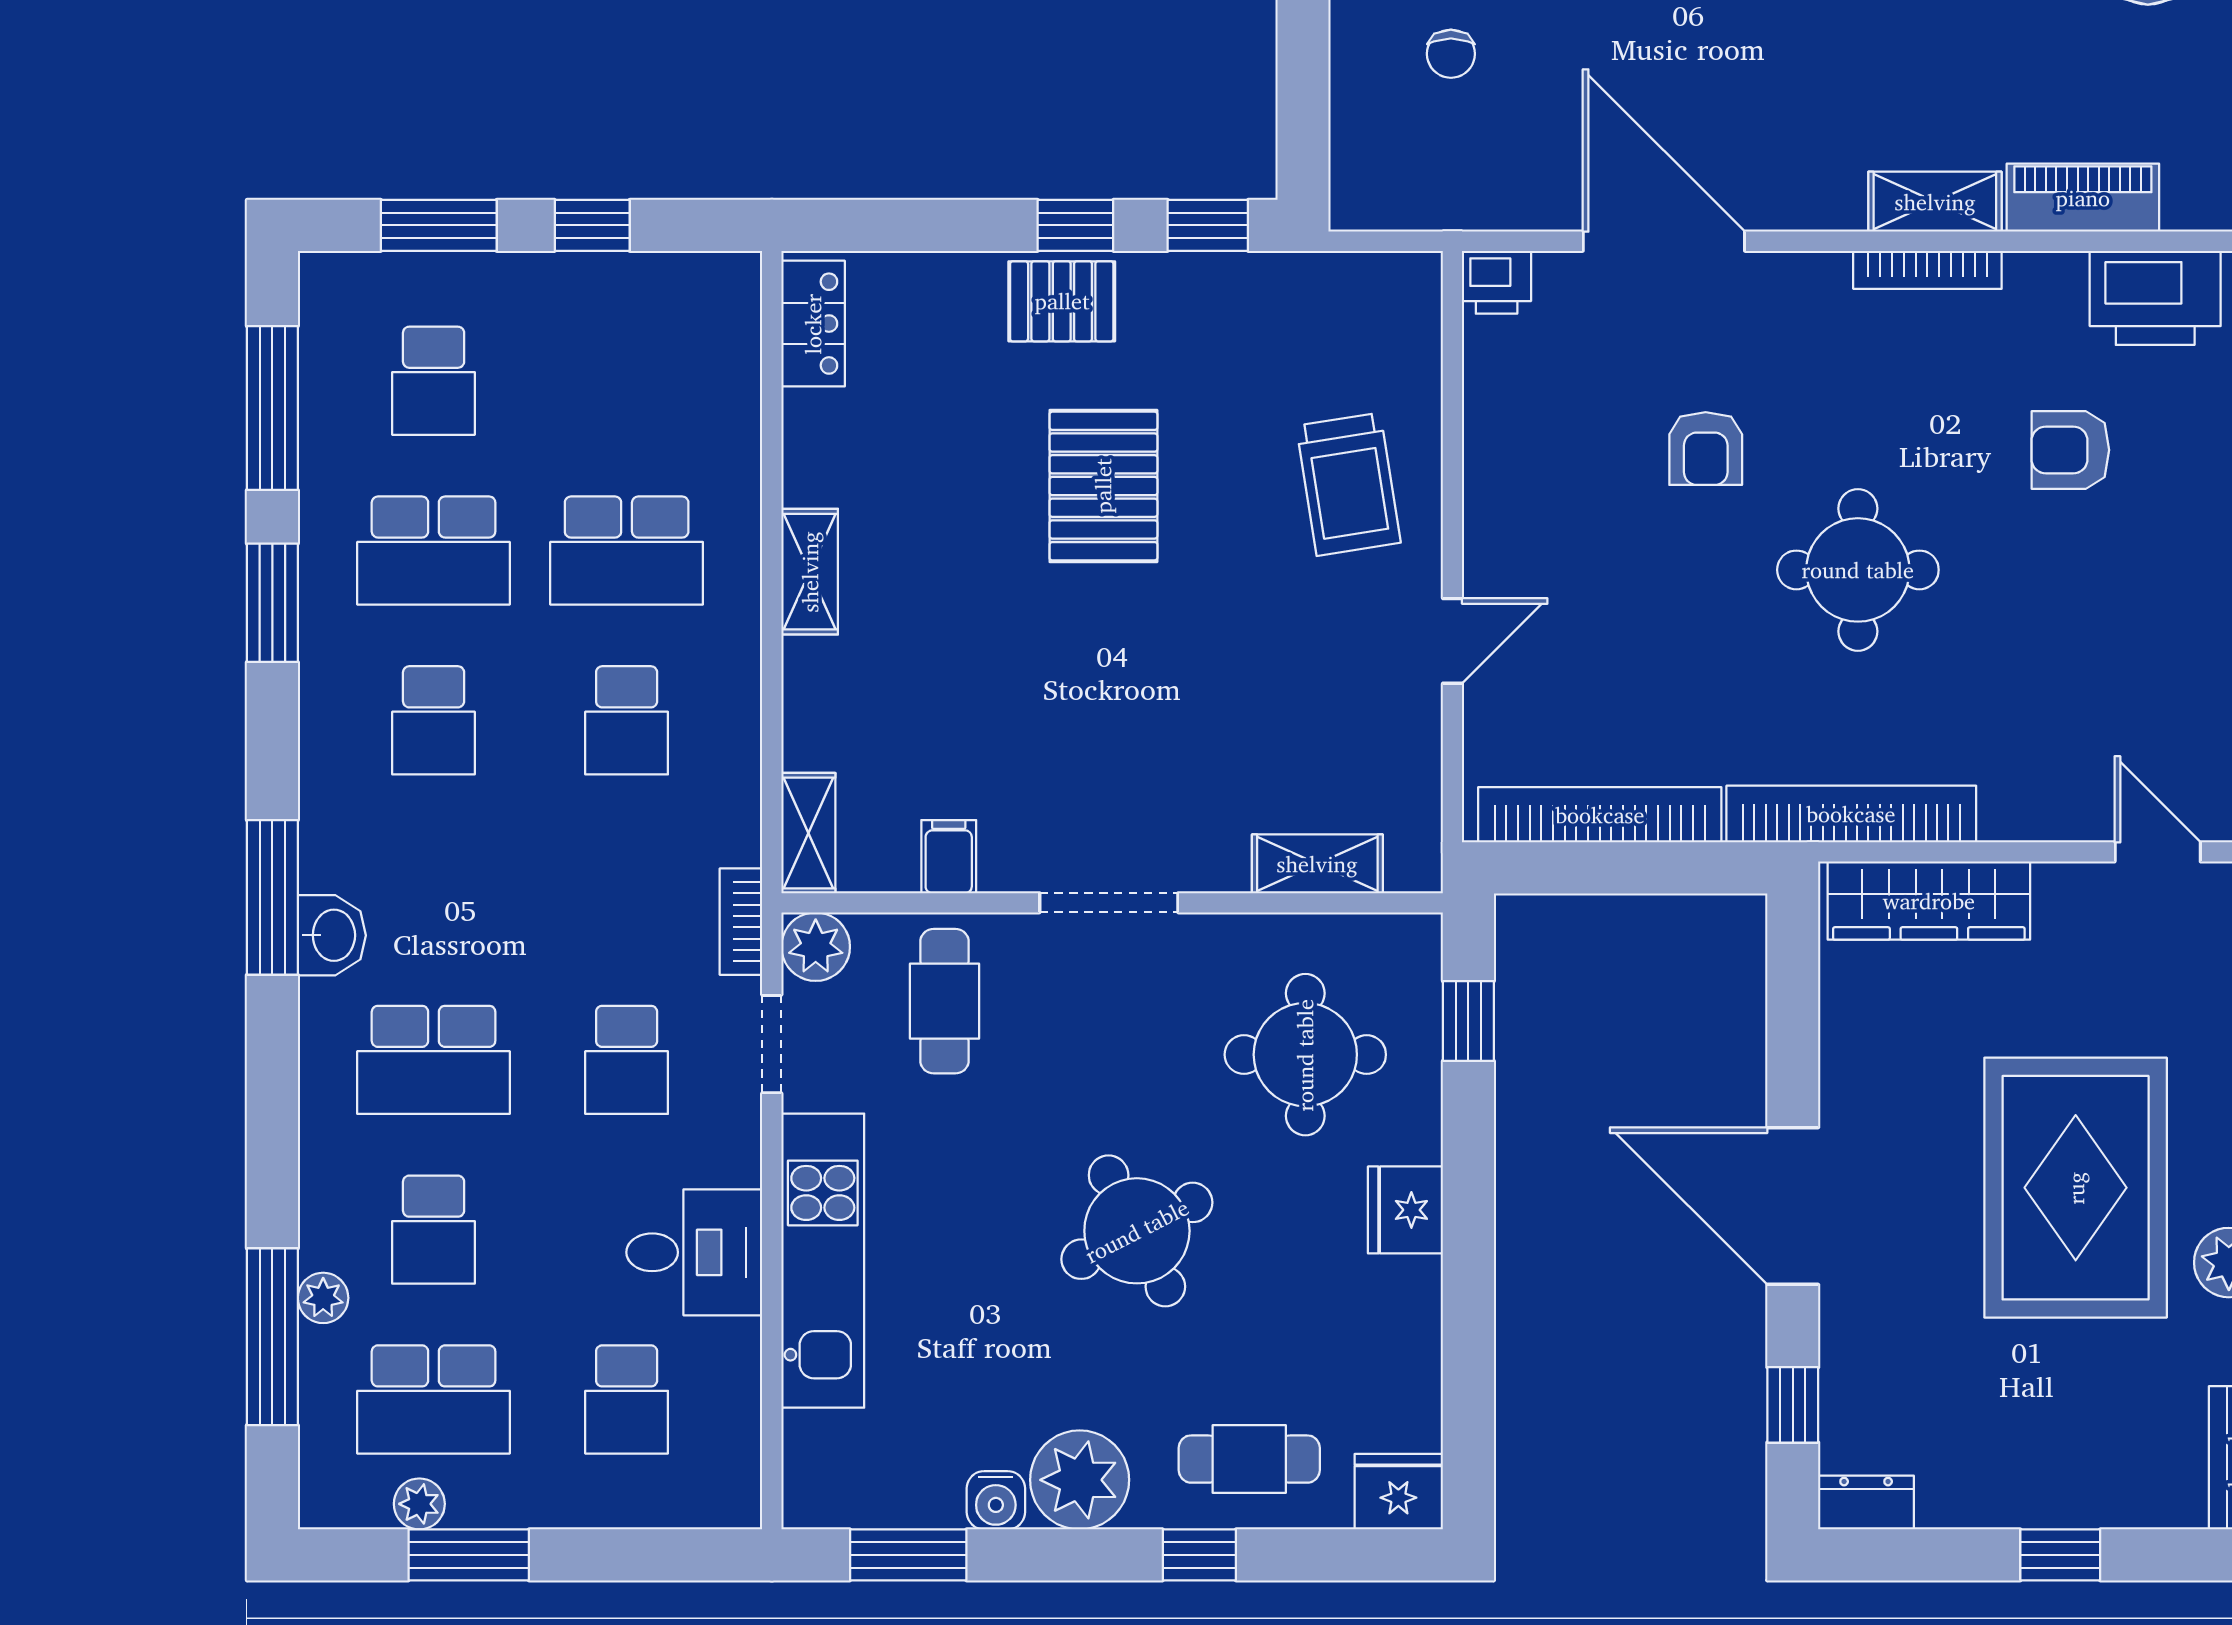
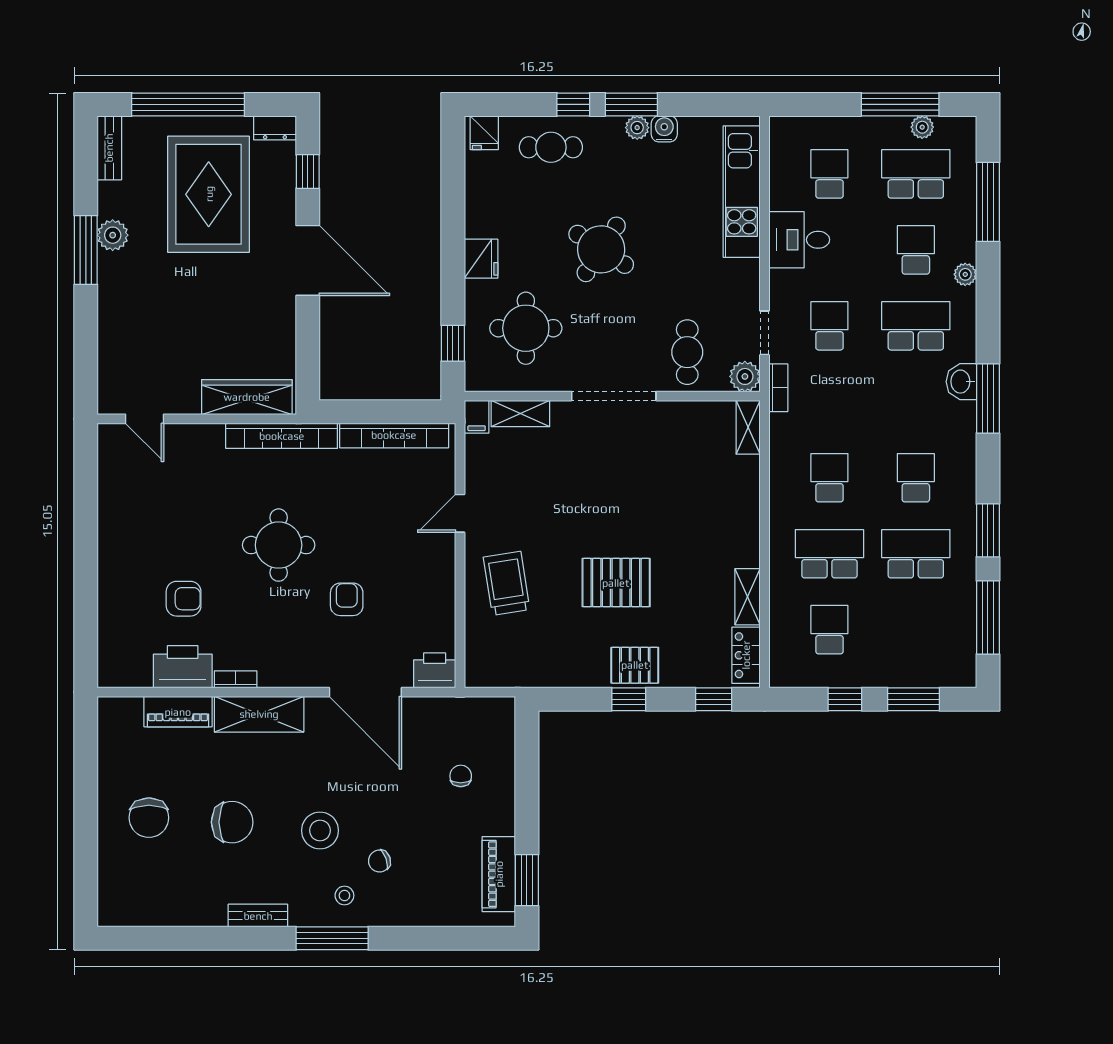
shelving: (1935, 202) -> (259, 714), width x1.50, depth x1.33
window: (1208, 225) -> (714, 699), moved
bookcase: (1927, 270) -> (236, 679), width x0.64
printer: (1497, 282) -> (435, 670), width x1.36, depth x1.24
printer: (2155, 298) -> (183, 667), moved
school desk: (434, 381) -> (829, 630), moved
pallet: (1103, 486) -> (616, 583), turned 90
shelving: (810, 572) -> (748, 597), moved
filing cabinet: (949, 857) -> (477, 417), moved
doorway: (1109, 903) -> (614, 396), width x1.36
rug: (2076, 1188) -> (209, 194), moved
round table: (1137, 1231) -> (601, 249), turned -30
kitchen unit: (823, 1261) -> (742, 192), moved
plant: (323, 1298) -> (965, 274), moved
plant: (1080, 1480) -> (637, 128), width x0.53, depth x0.53
fridge: (1398, 1492) -> (484, 133), width x0.72
window: (469, 1555) -> (900, 104), width x1.44
window: (908, 1555) -> (631, 104), moved
window: (2060, 1555) -> (188, 104), width x3.17

